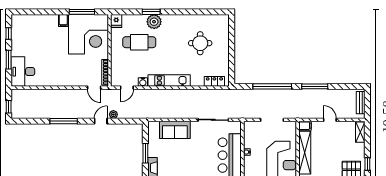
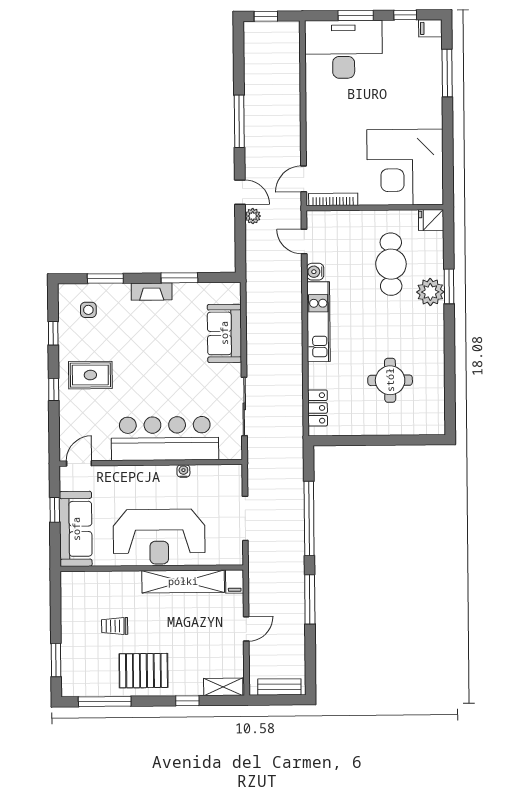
window: (82, 12) -> (447, 73), moved
filing cabinet: (63, 20) -> (430, 28), moved
desk: (23, 72) -> (343, 49), width x1.36, depth x1.30
window: (367, 164) -> (187, 701), moved

